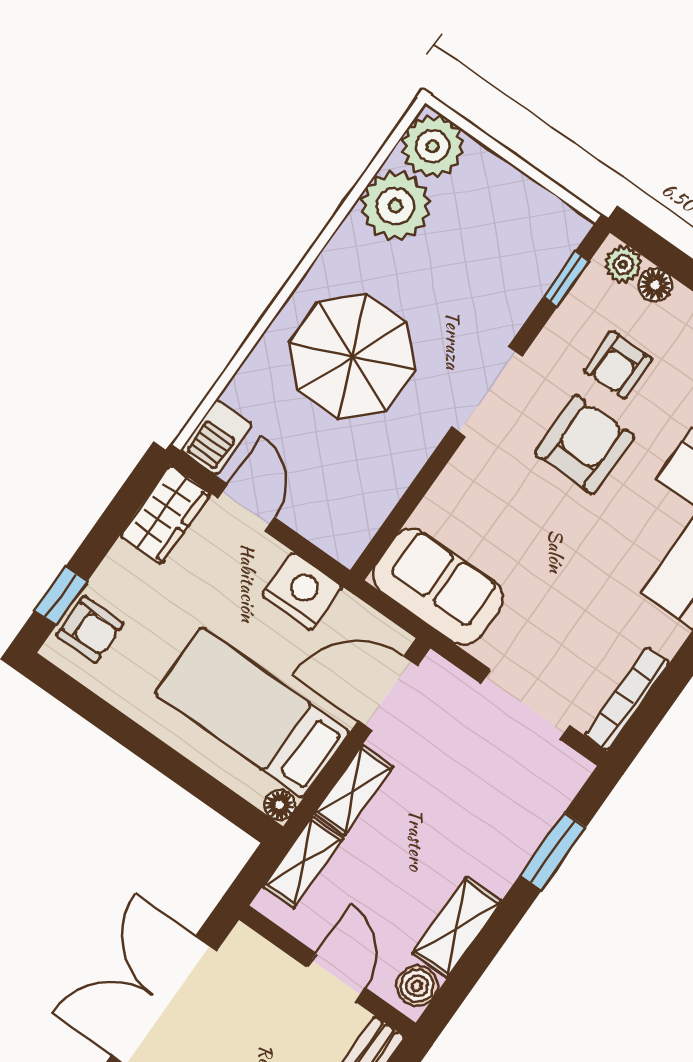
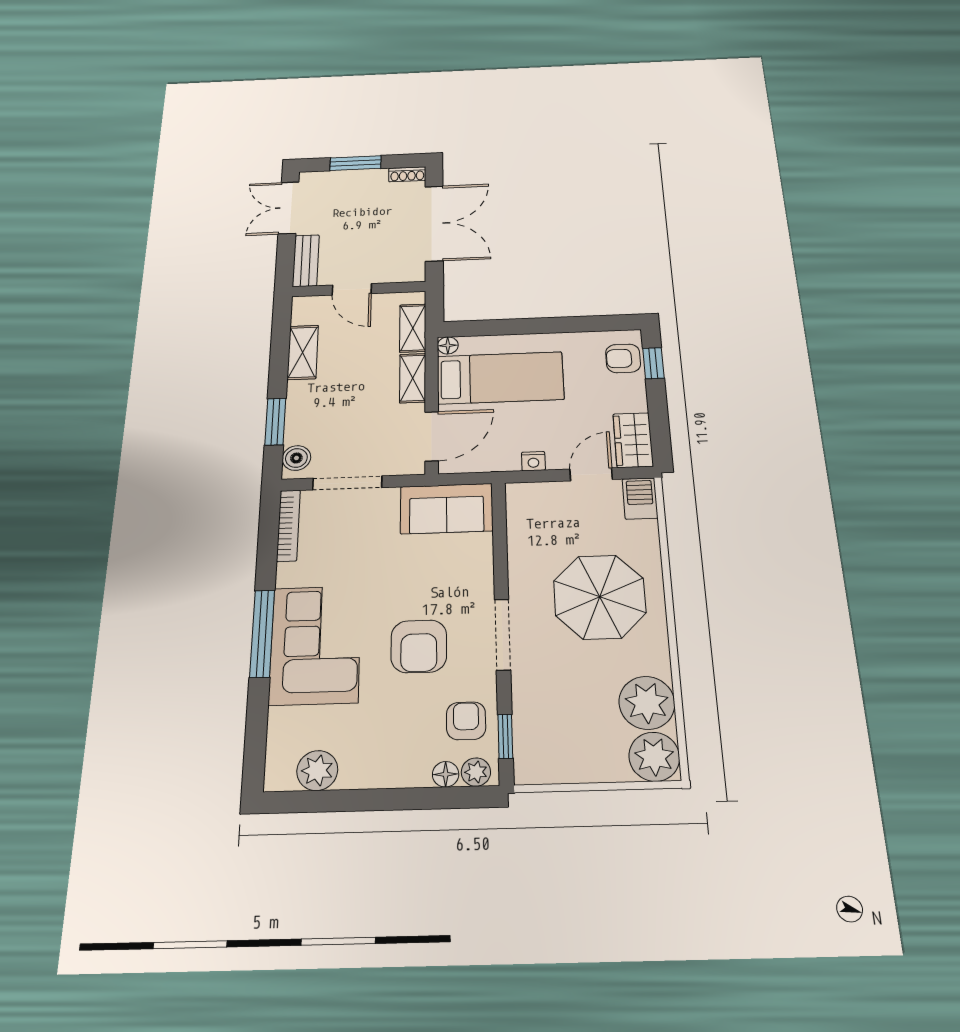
armchair: (618, 365) -> (466, 721), moved
door: (246, 508) -> (591, 474), swing flipped
nightstand: (302, 591) -> (533, 461), width x0.53, depth x0.56
boiler: (417, 986) -> (296, 458), moved

